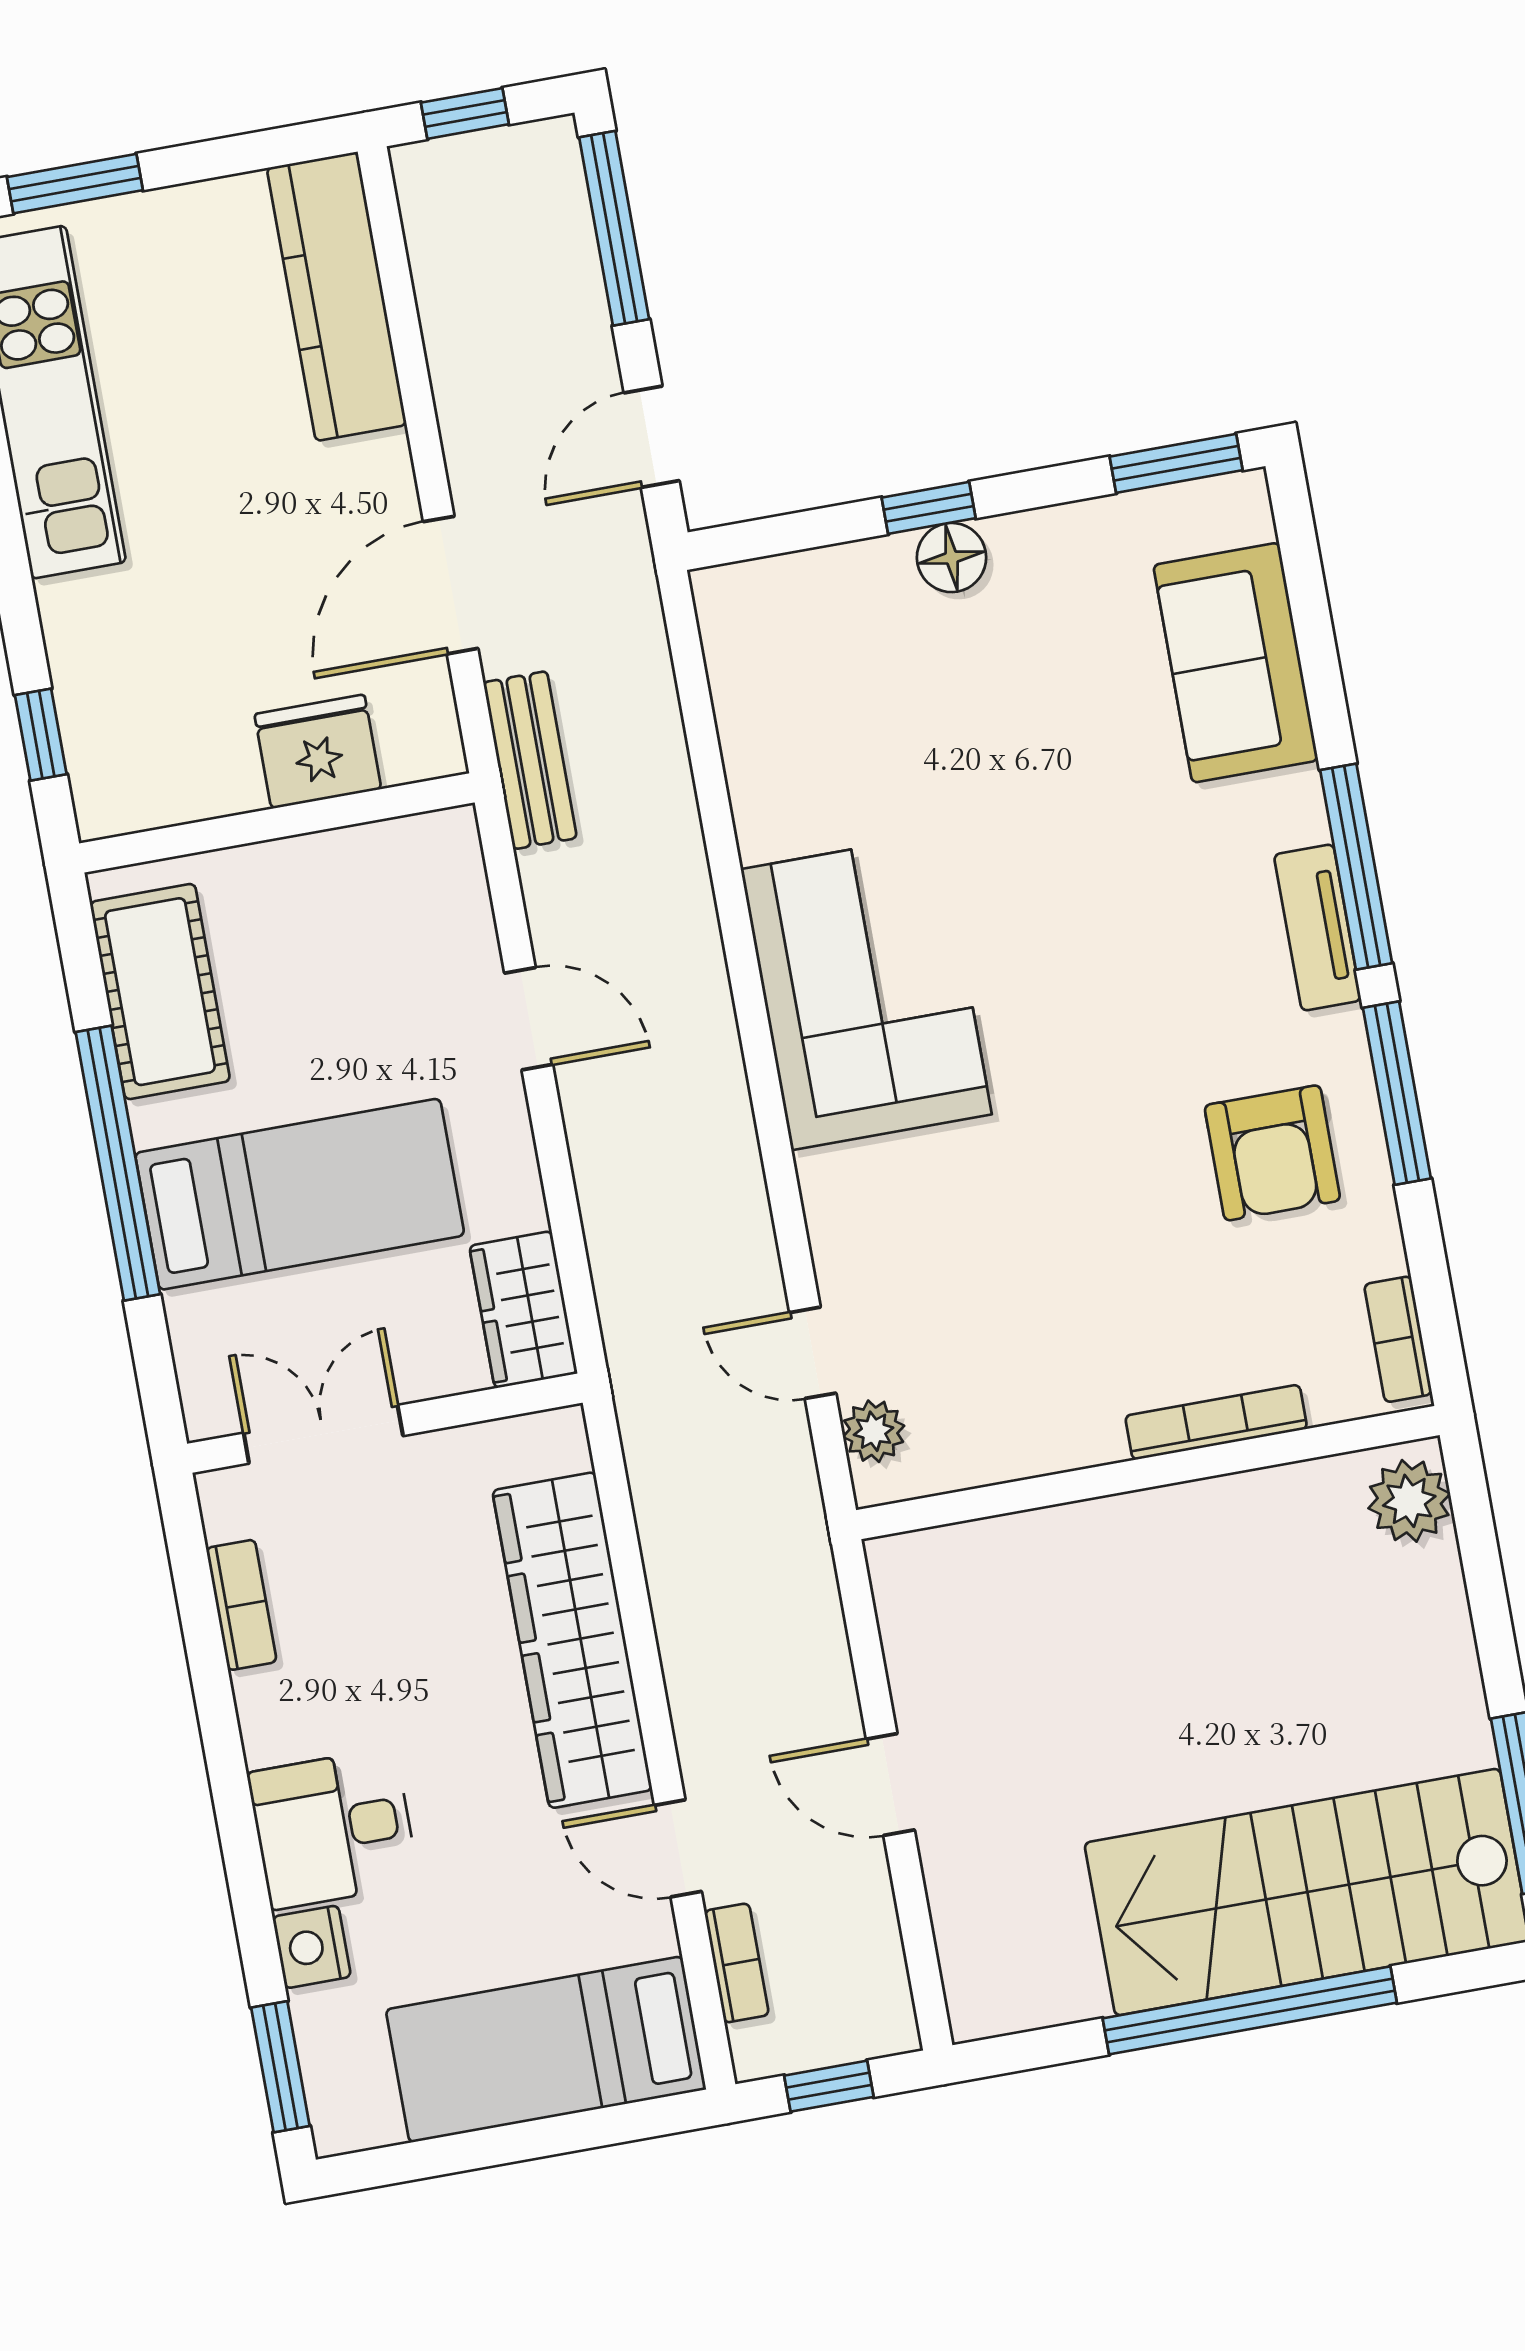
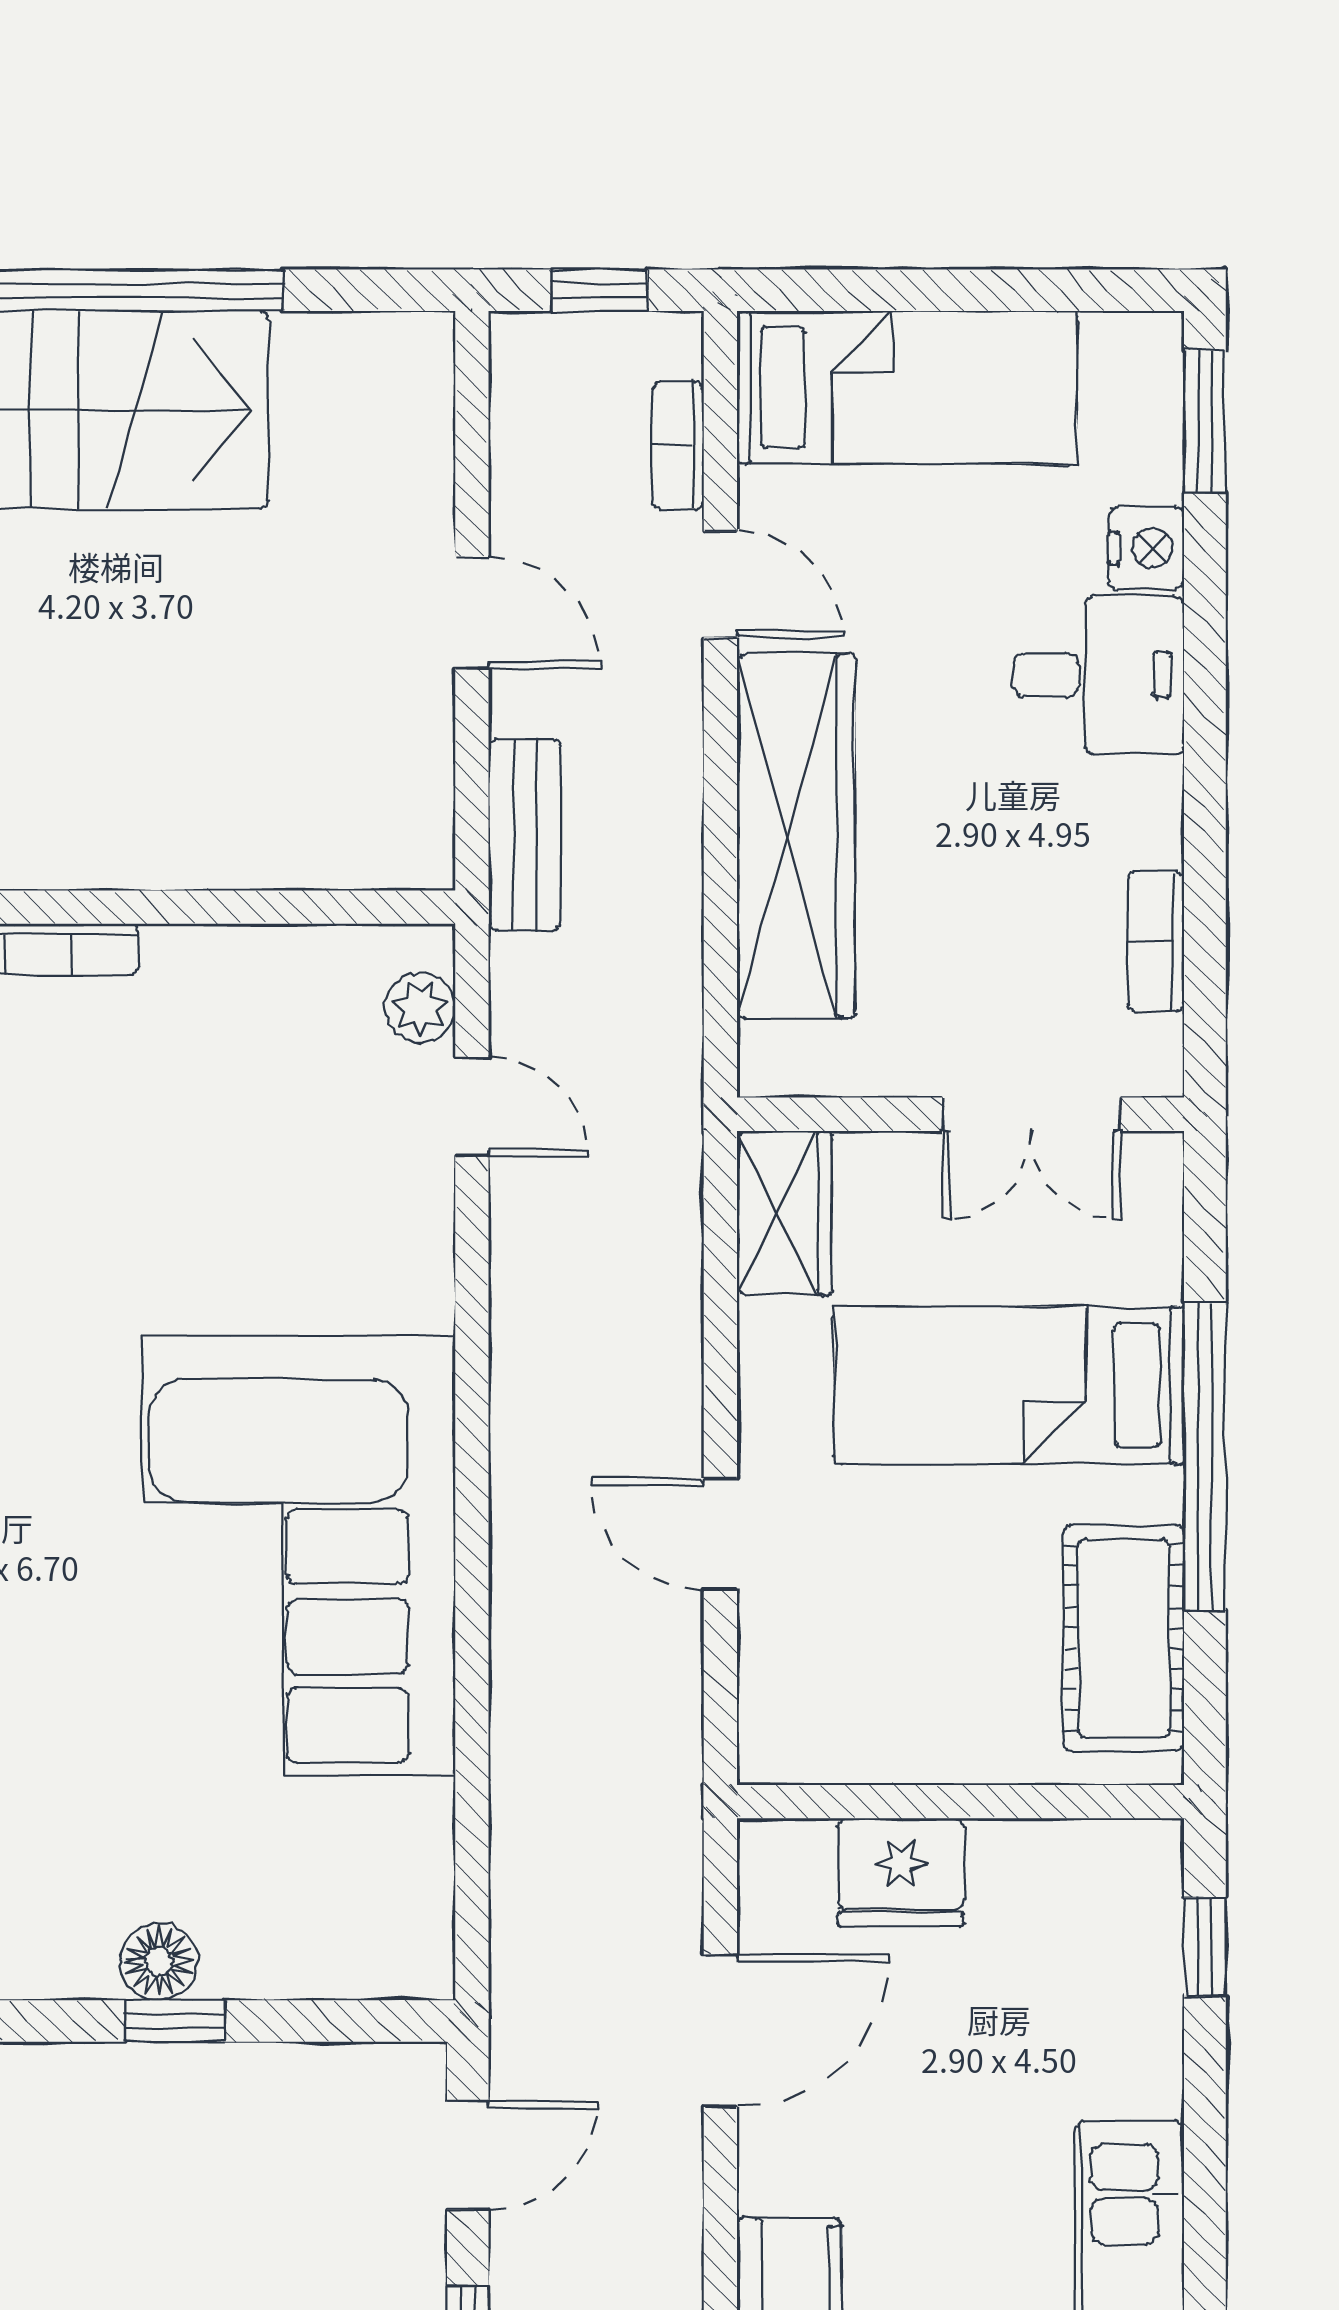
bench: (530, 760) -> (525, 835), moved
corner sofa: (866, 992) -> (299, 1555), width x1.36, depth x1.36

